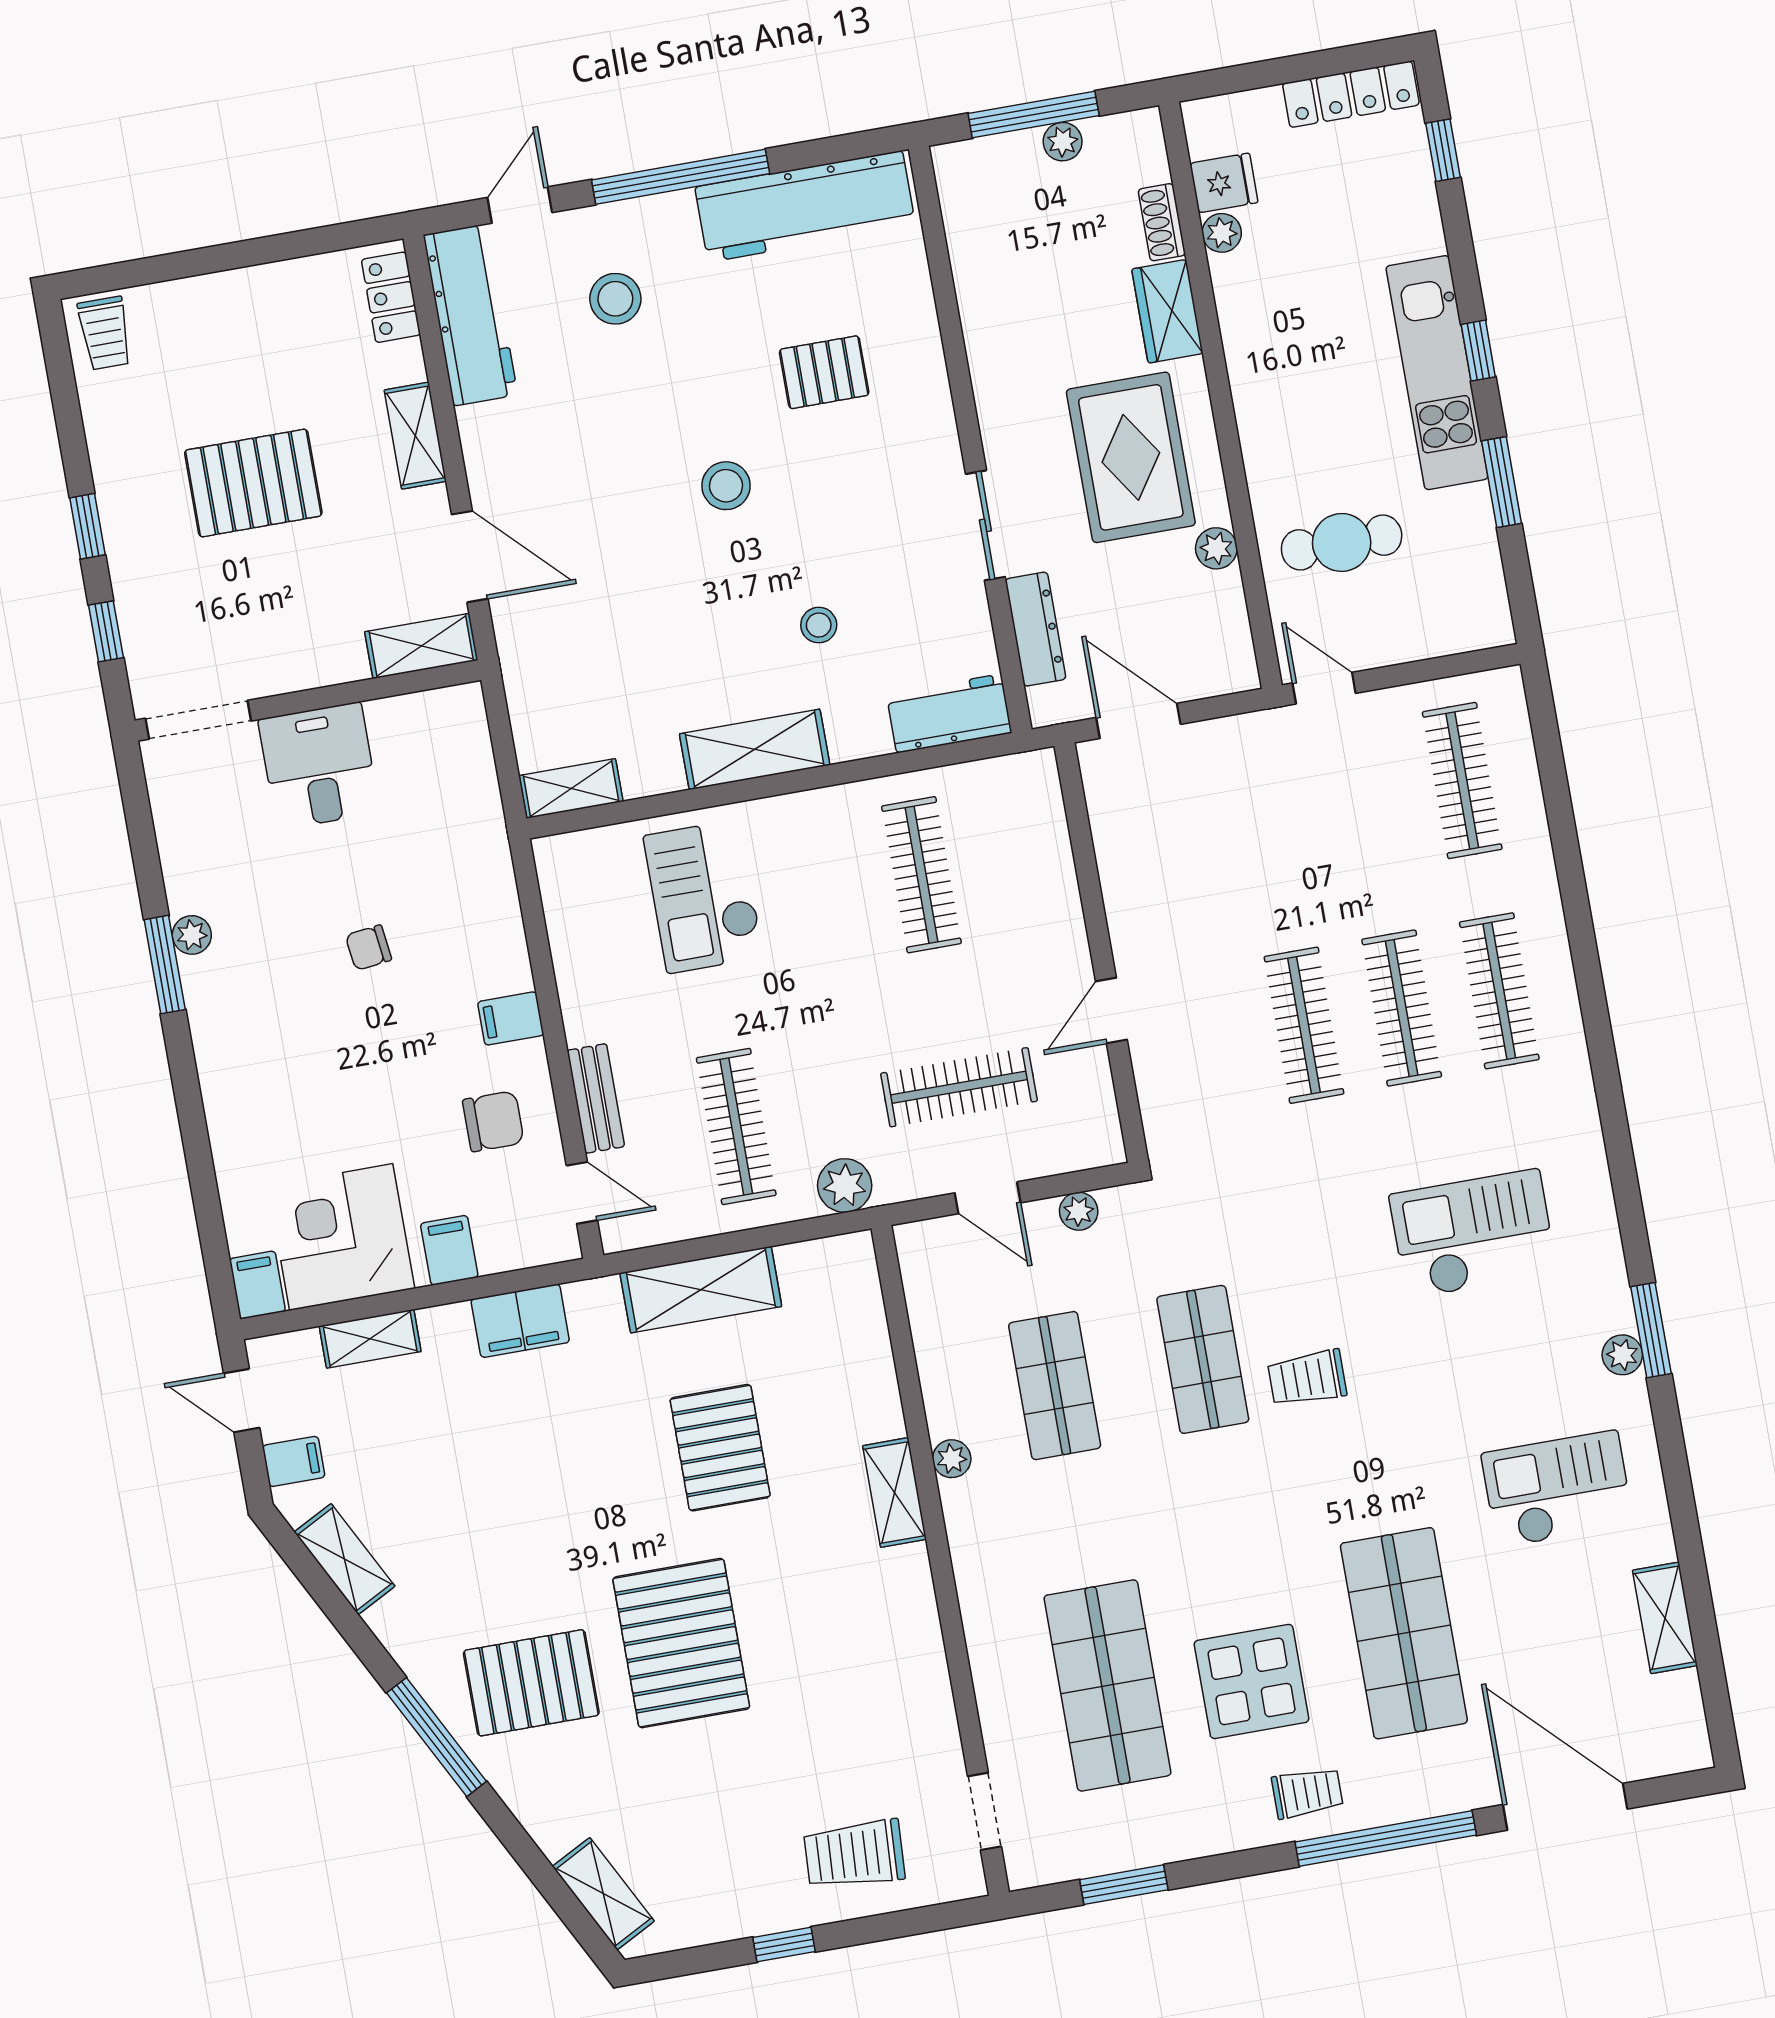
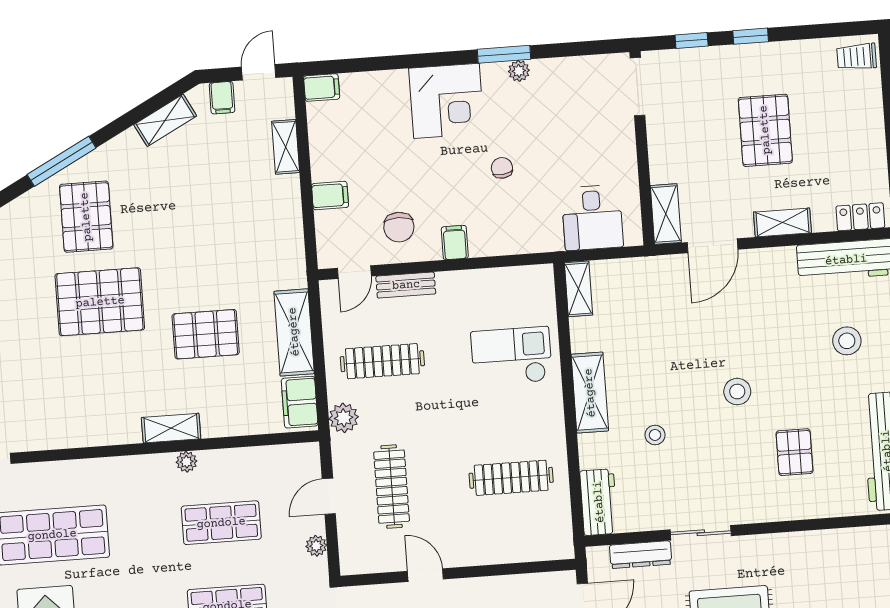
desk: (319, 766) -> (592, 218), moved, turned 90
corner desk: (341, 1237) -> (446, 101), moved, turned 90
filing cabinet: (520, 1321) -> (300, 402), moved

